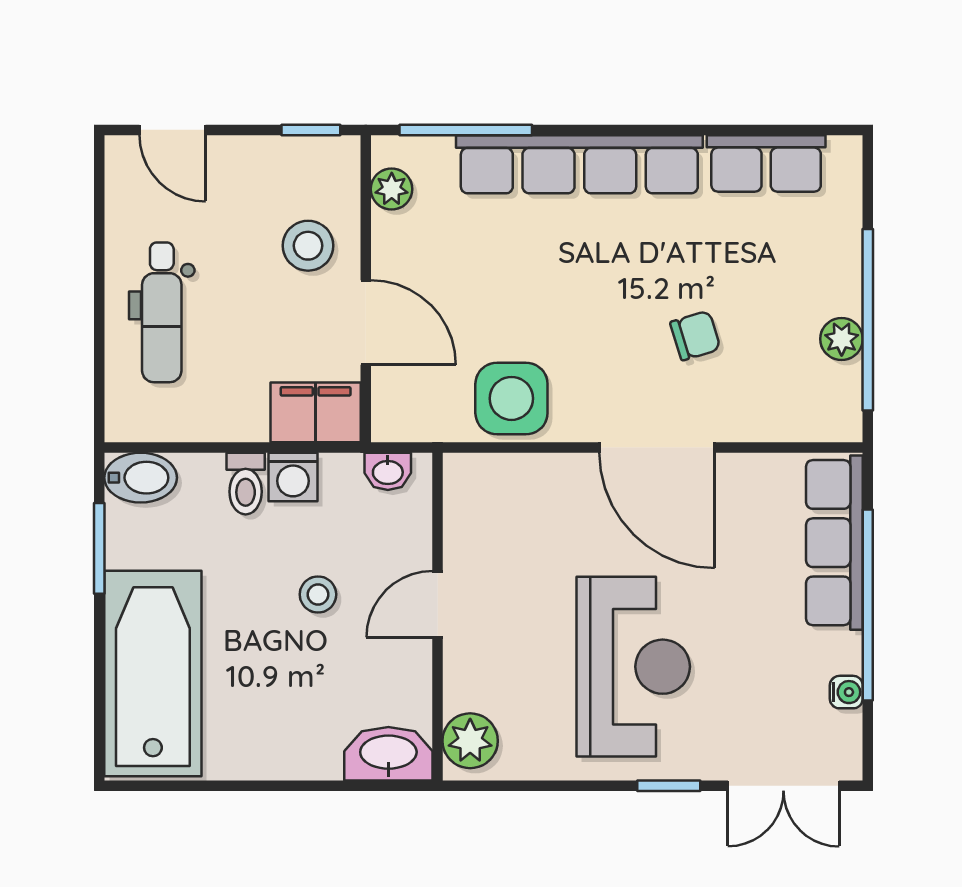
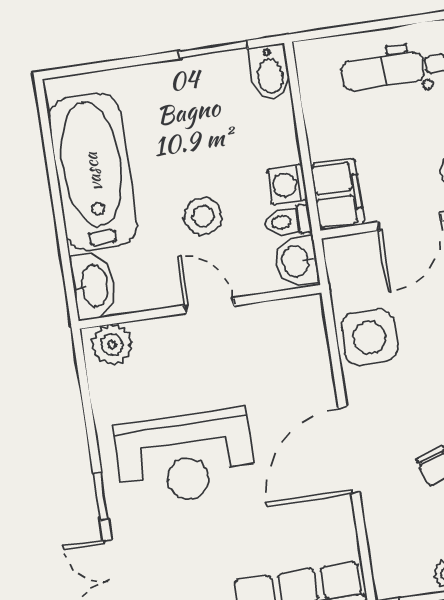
washbasin: (388, 471) -> (297, 262), width x1.38, depth x1.45
toilet: (246, 484) -> (288, 221), moved
stool: (318, 594) -> (203, 216), width x1.37, depth x1.37
bathtub: (153, 674) -> (93, 172), moved, turned -90

